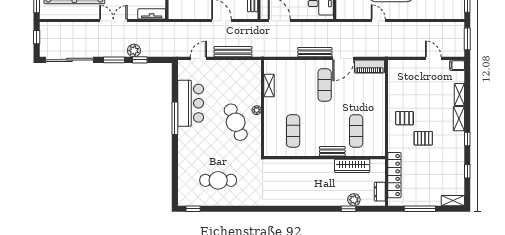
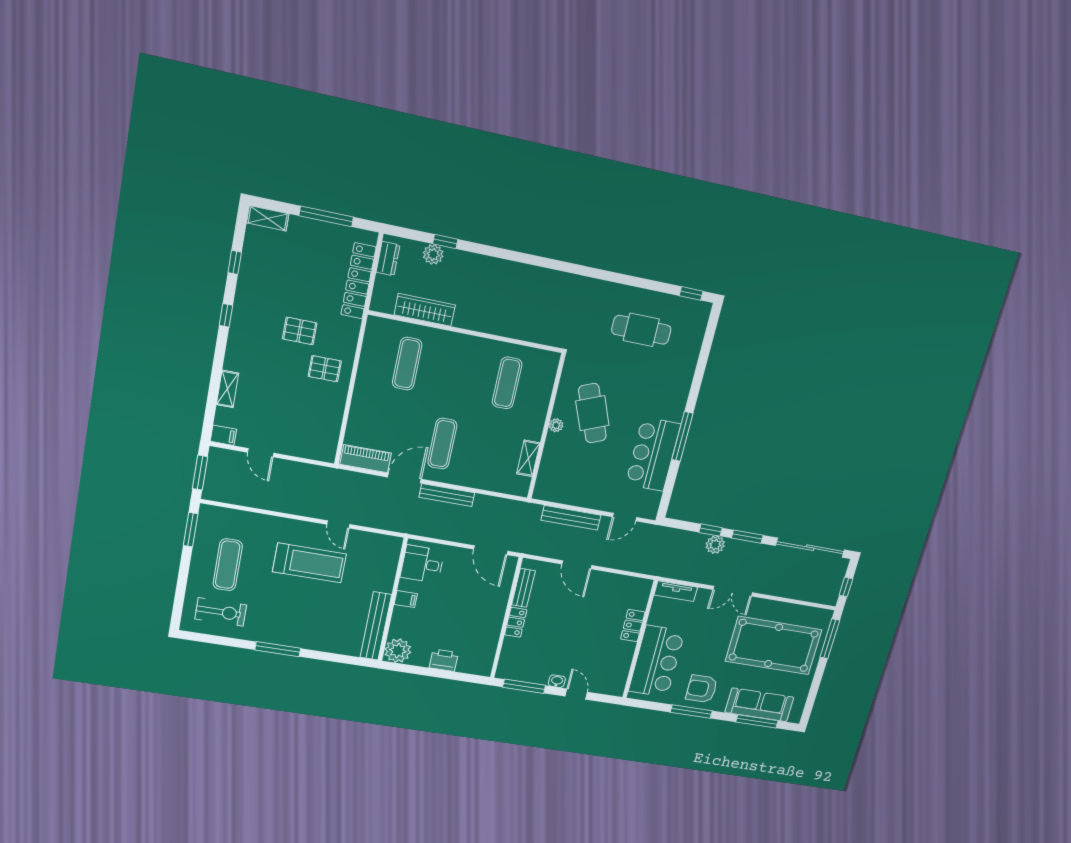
shelving: (459, 119) -> (235, 351), removed
bench: (332, 151) -> (452, 339), removed

